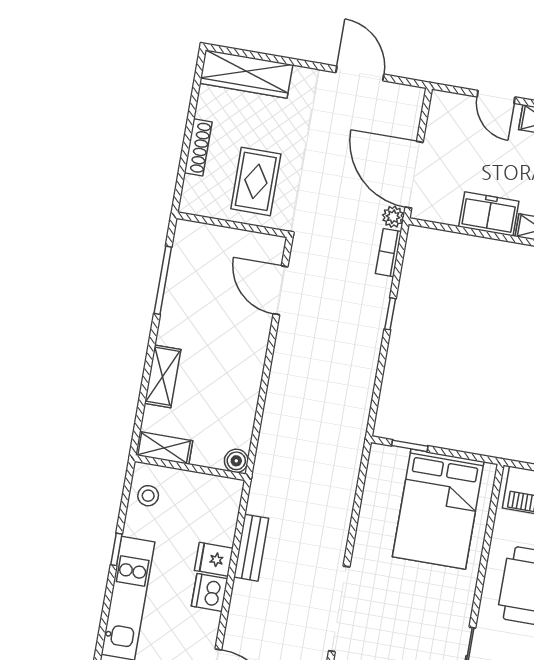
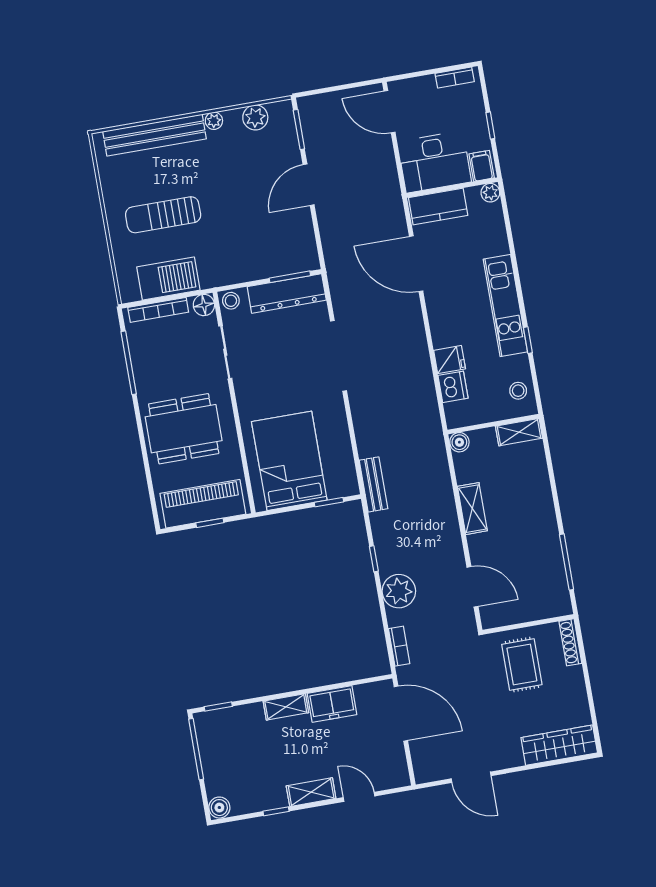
shoe rack: (198, 147) -> (570, 642), moved
plant: (393, 217) -> (399, 591), moved, width x1.87, depth x1.87
window: (390, 314) -> (374, 559), moved
shelving: (163, 376) -> (472, 509), moved
bench: (251, 548) -> (373, 484), moved
dishwasher: (210, 592) -> (453, 387), moved

